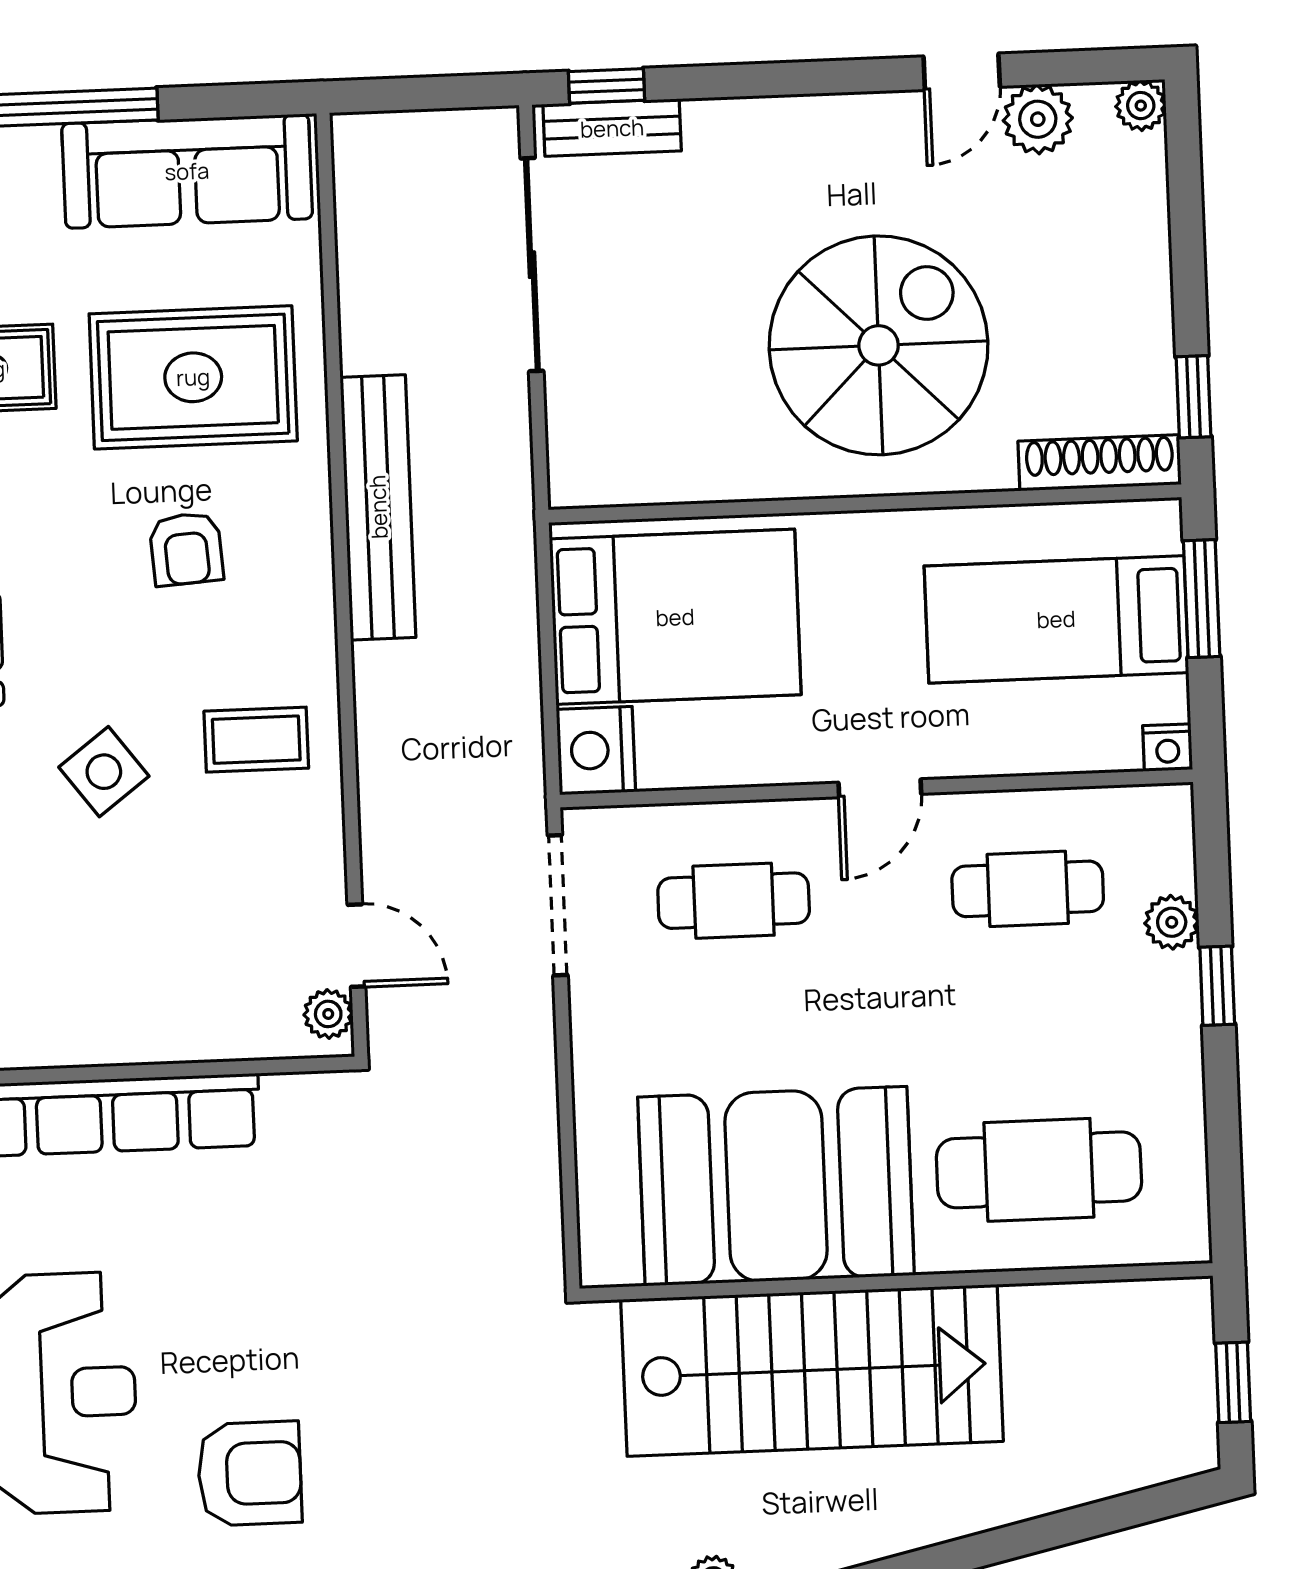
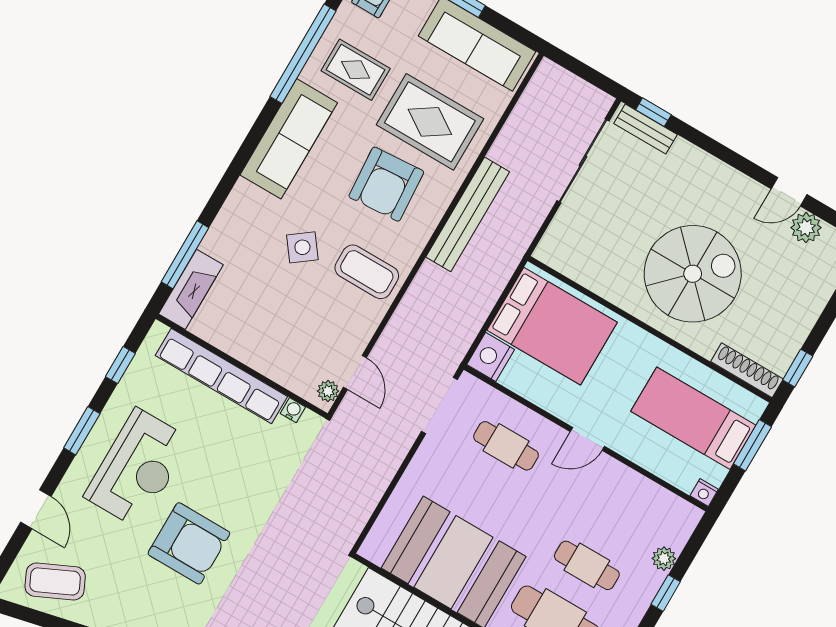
armchair: (186, 549) -> (386, 184), width x1.88, depth x1.88
coffee table: (256, 740) -> (367, 272), width x1.36, depth x1.30
cafe table: (1028, 889) -> (587, 565), moved
water cooler: (285, 1093) -> (293, 410), added
armchair: (250, 1473) -> (189, 543), width x1.36, depth x1.36

